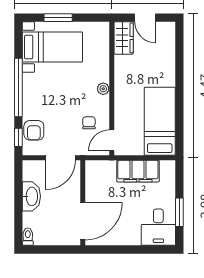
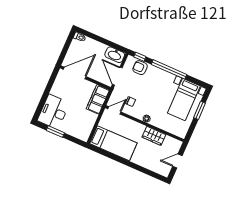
wardrobe: (124, 38) -> (154, 136), moved
door: (112, 140) -> (114, 110), hinge flipped
filing cabinet: (138, 171) -> (98, 99), moved
washbasin: (31, 196) -> (115, 55), moved
door: (83, 221) -> (75, 73), swing flipped
desk: (158, 227) -> (53, 112), width x1.37

